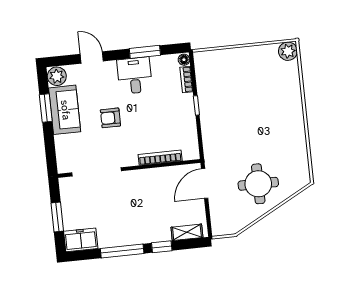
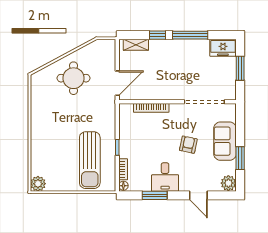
sun lounger: (228, 86) -> (90, 160), added
sofa: (65, 110) -> (225, 141), moved
armchair: (110, 118) -> (188, 145), turned -78

